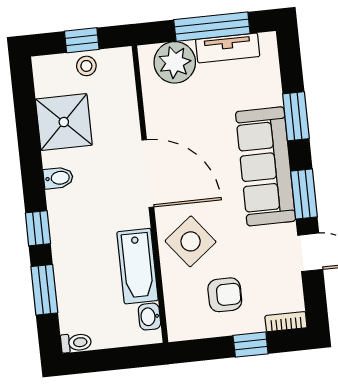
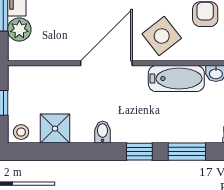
plant: (175, 62) -> (19, 29), width x0.73, depth x0.73
stool: (86, 66) -> (21, 132), moved
shower: (64, 122) -> (55, 129), width x0.73, depth x0.73

